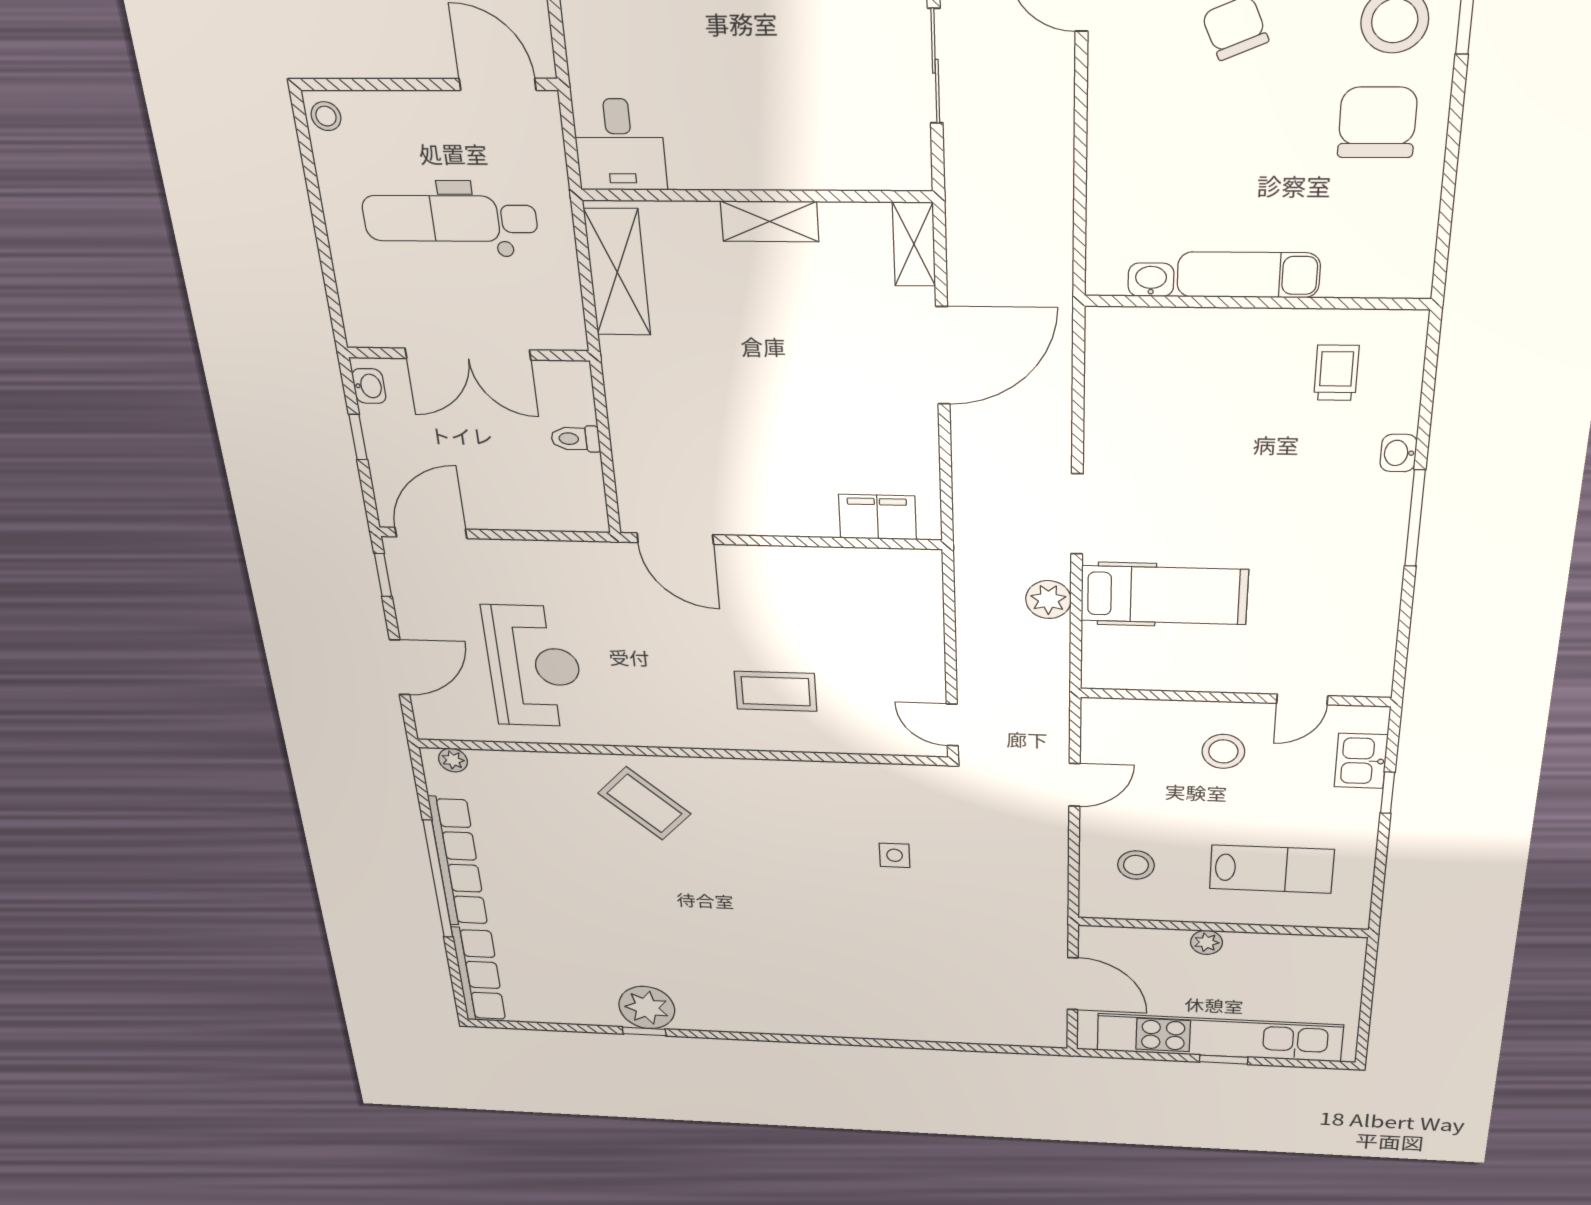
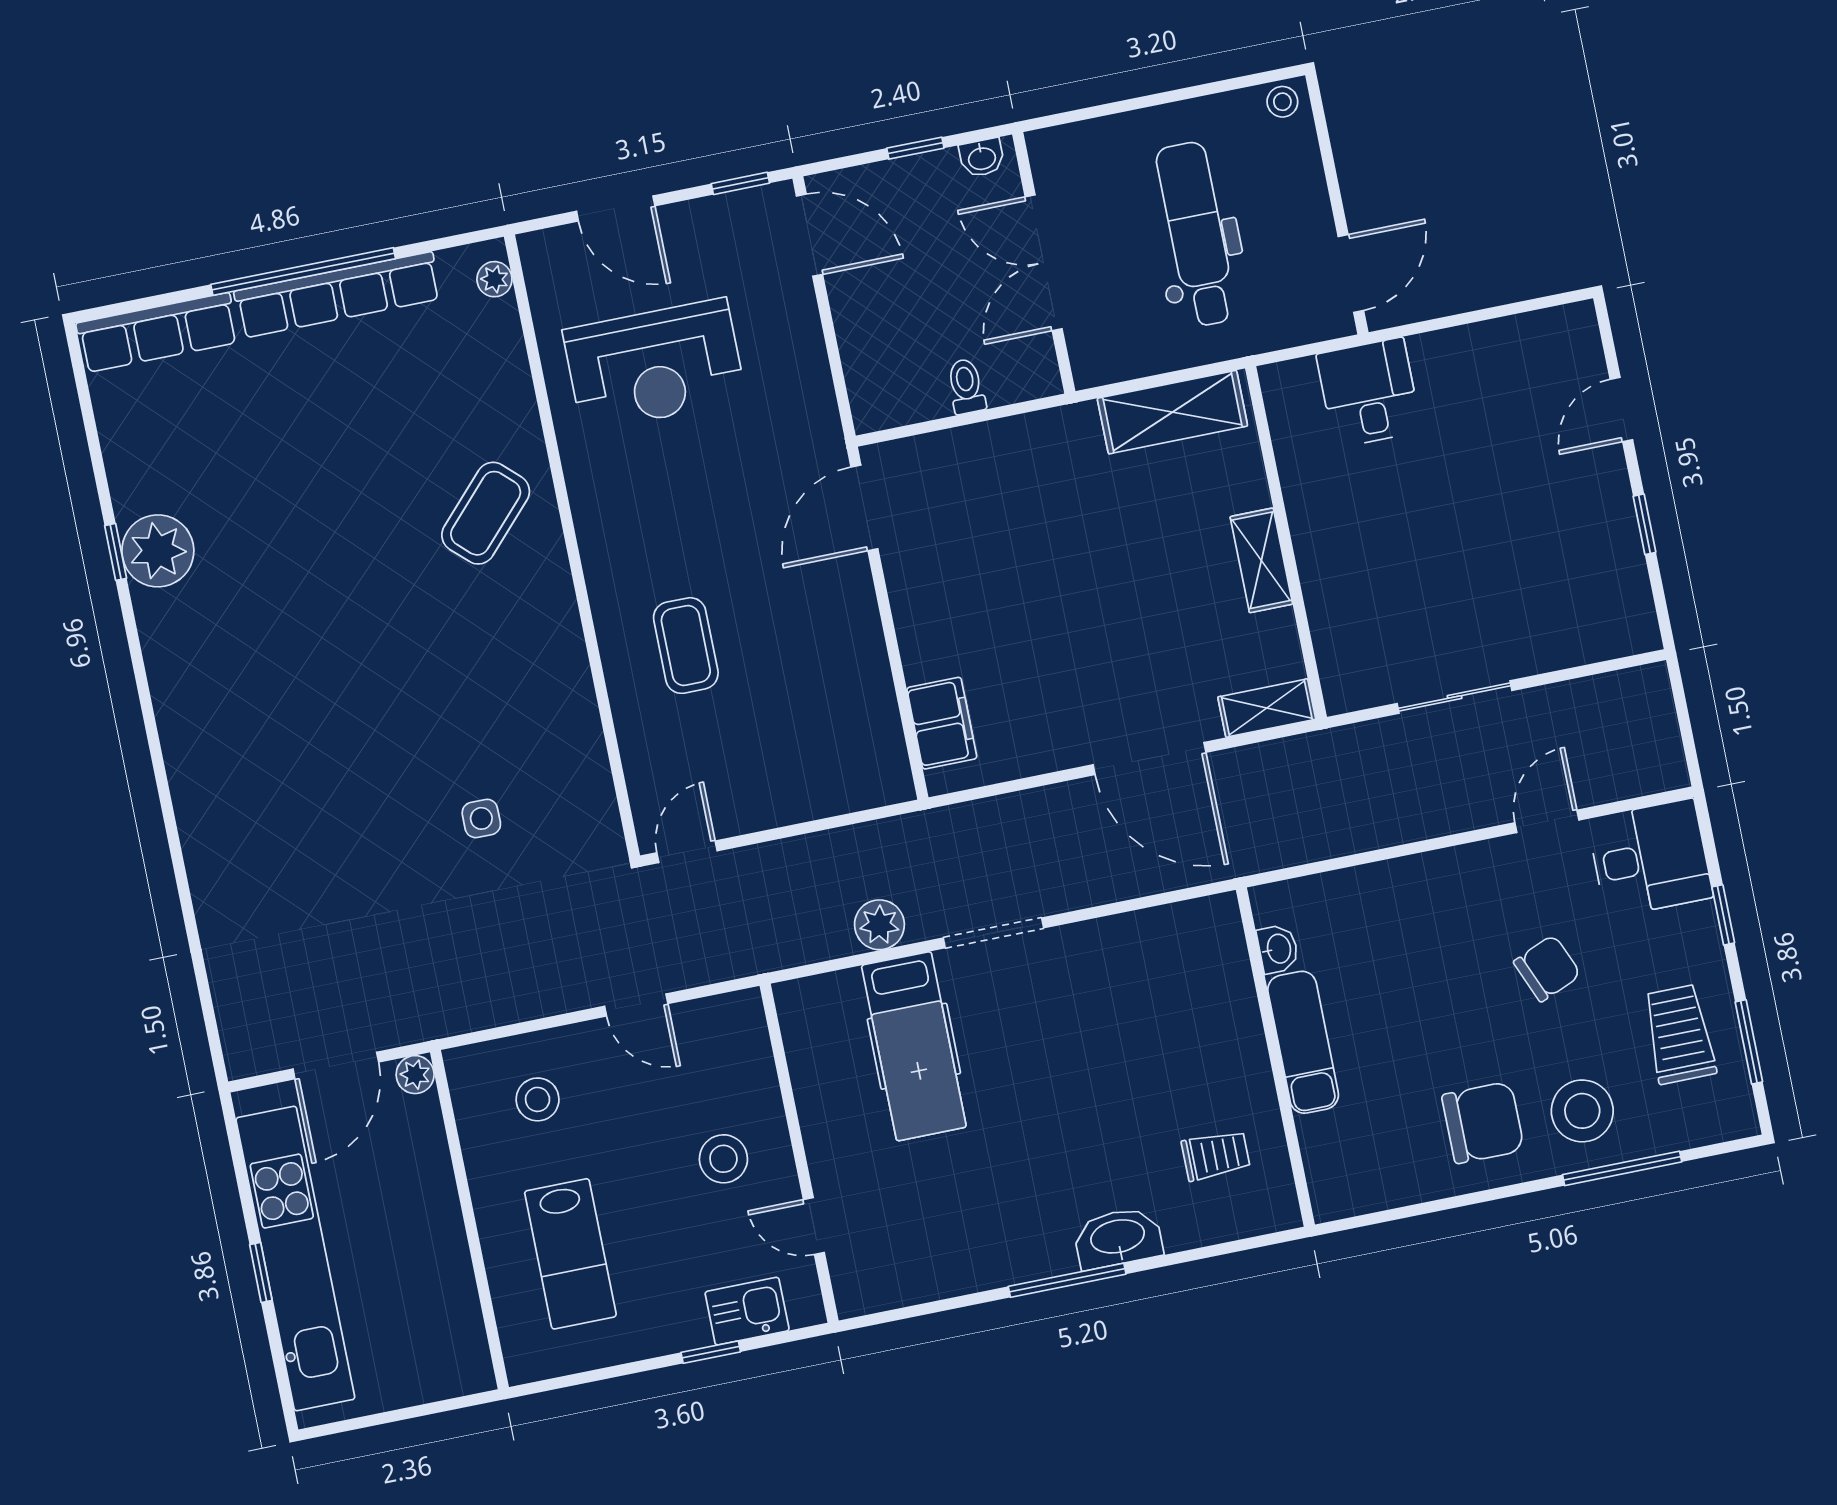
desk: (620, 145) -> (1369, 393), moved, turned 90
washbasin: (1399, 453) -> (1118, 1238), width x1.91, depth x1.45
plant: (1206, 942) -> (415, 1075), moved

